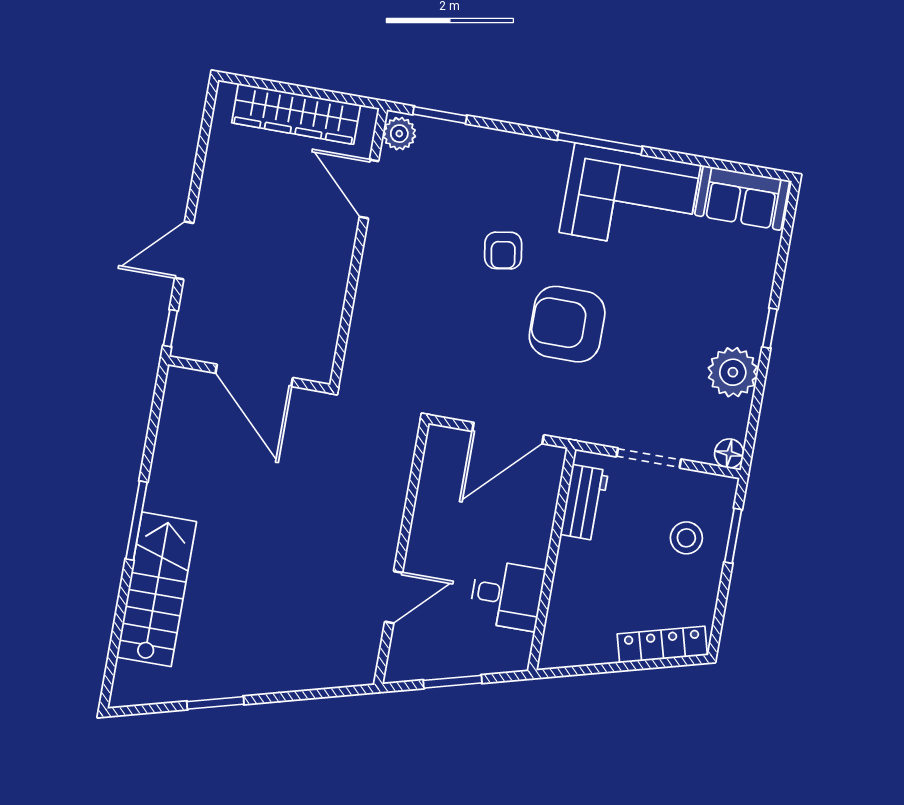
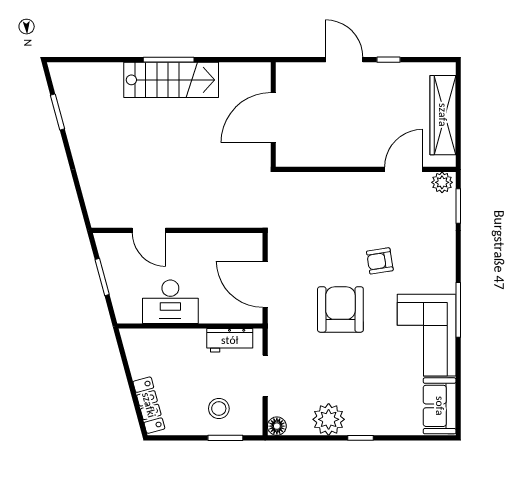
window: (170, 328) -> (389, 60), moved
stairs: (156, 589) -> (171, 80), moved
desk: (507, 595) -> (170, 302), width x1.37
window: (215, 703) -> (58, 112), moved

